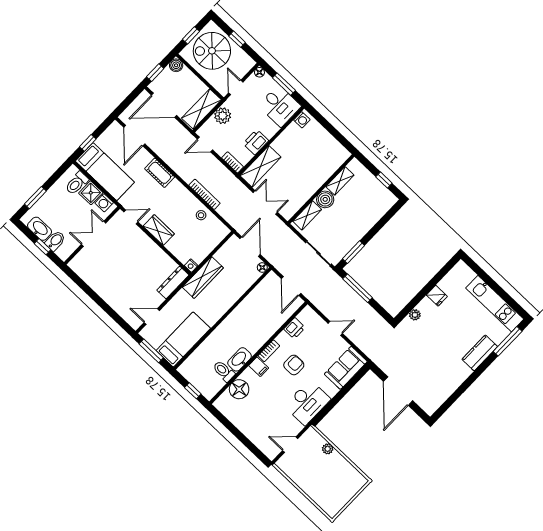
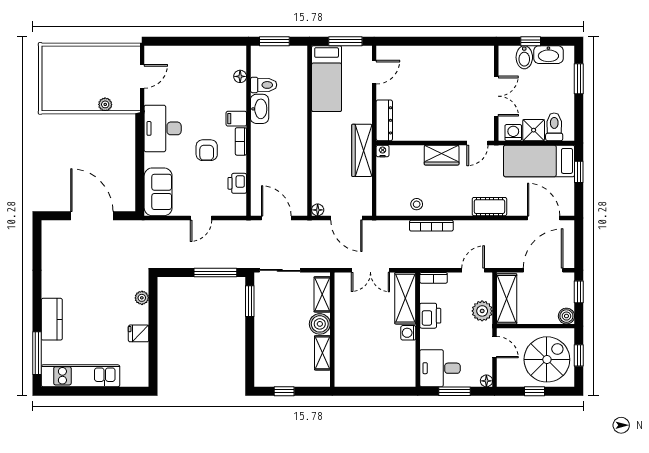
washing machine: (302, 120) -> (408, 333), moved
floor lamp: (239, 389) -> (240, 76), width x0.53, depth x0.53
window: (193, 391) -> (274, 41), width x1.50

